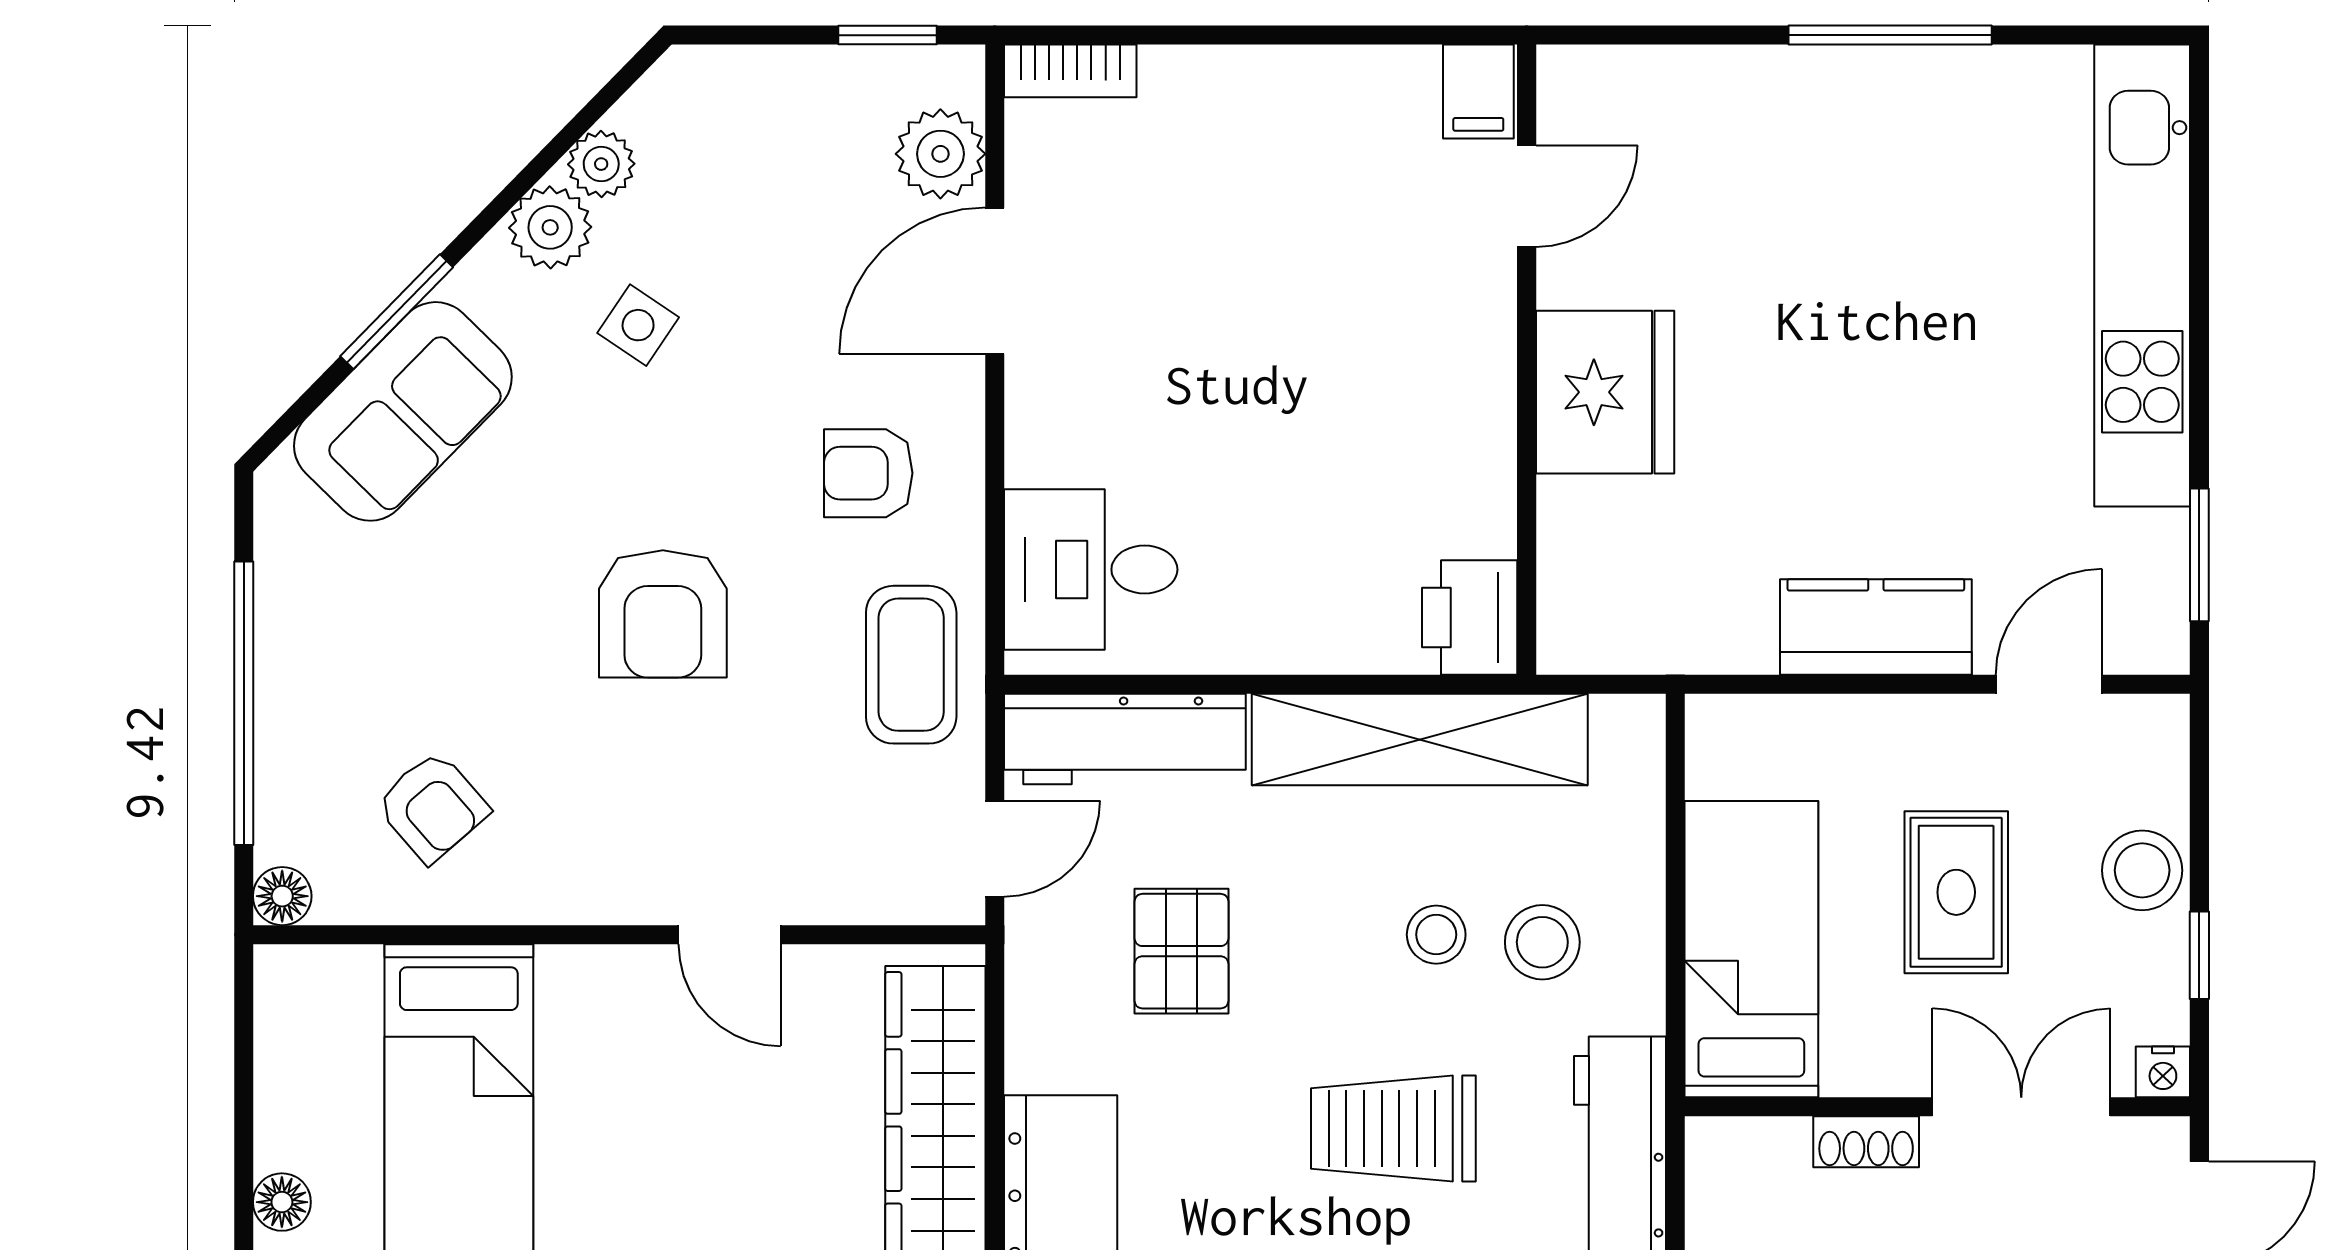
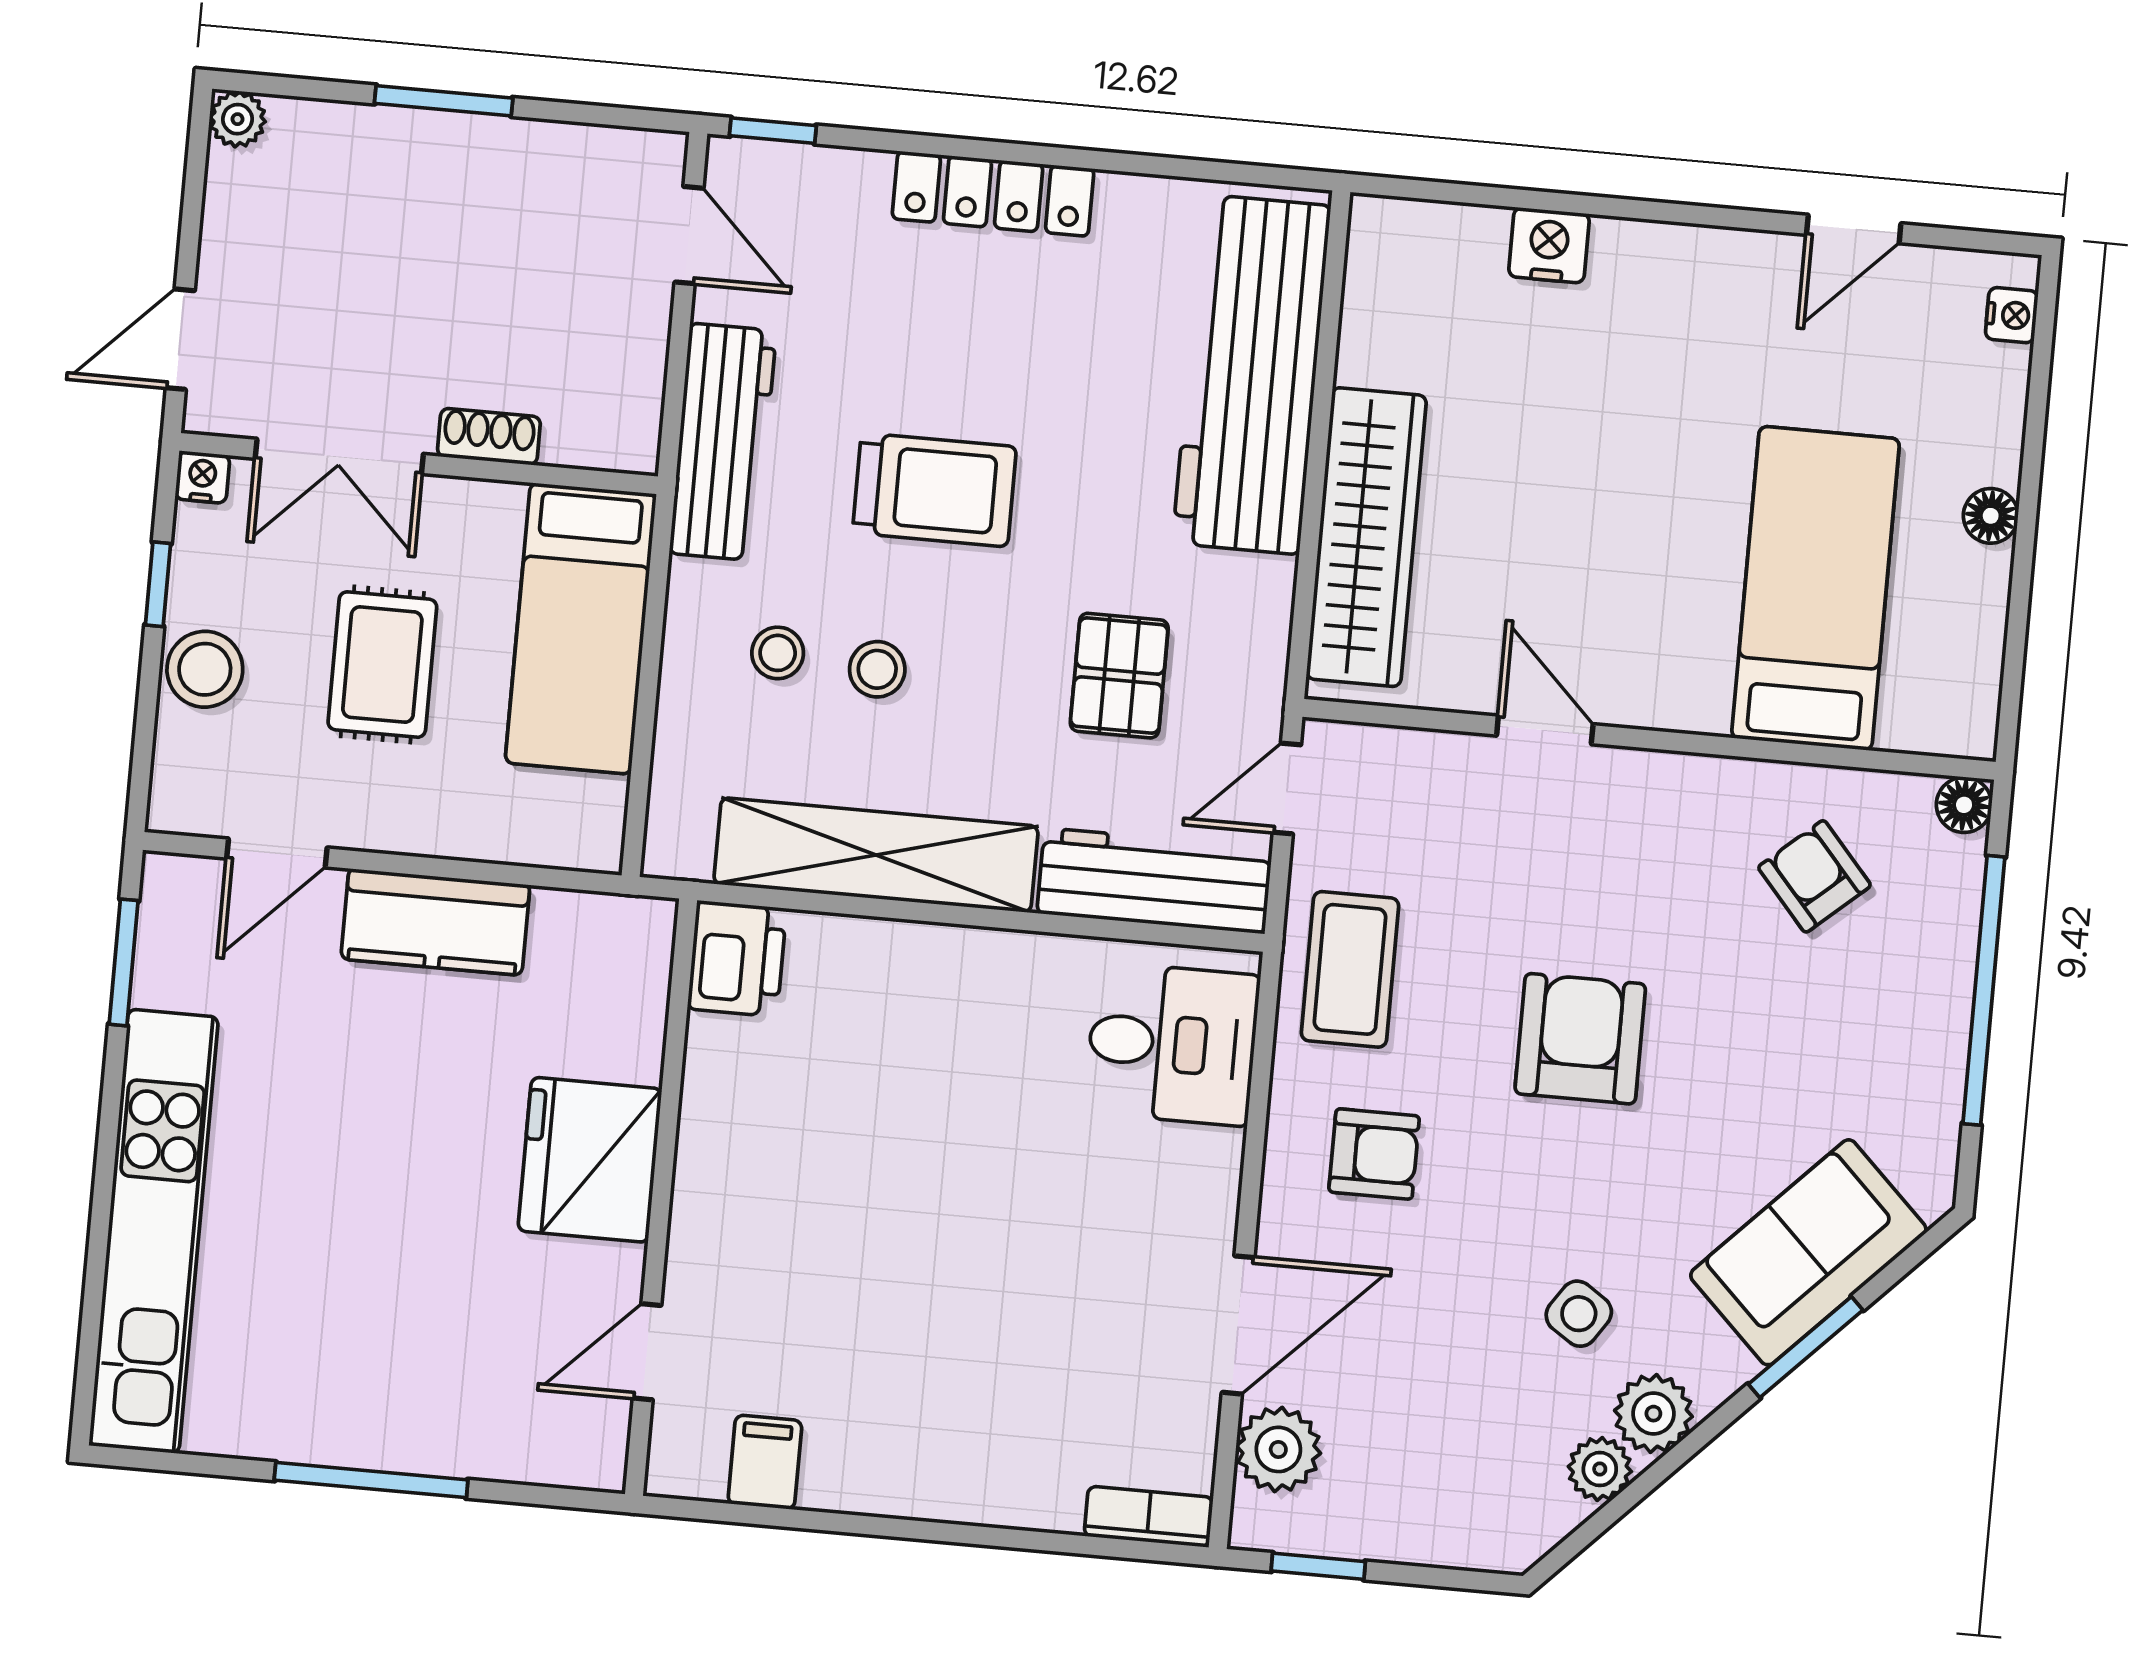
door: (1527, 196) -> (647, 1352), moved
wall: (1527, 360) -> (661, 1197), moved
fridge: (1605, 392) -> (590, 1160), moved
printer: (1470, 617) -> (737, 959), moved
stool: (1542, 942) -> (778, 653), width x0.73, depth x0.73

